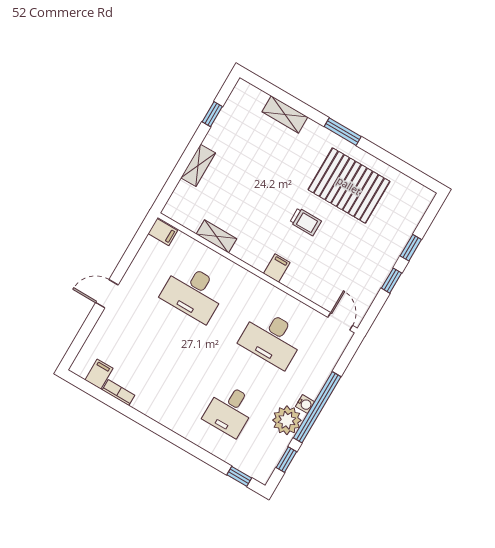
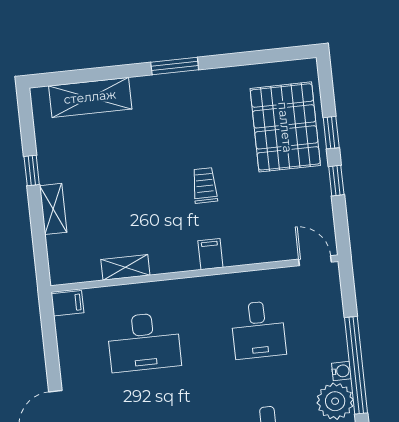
window: (212, 114) -> (32, 170), moved
shelving: (285, 114) -> (90, 97), width x1.50, depth x1.33
pallet: (349, 186) -> (285, 127), moved, turned 90
trolley: (305, 222) -> (205, 185), turned -90
desk: (272, 339) -> (258, 330), width x0.73

